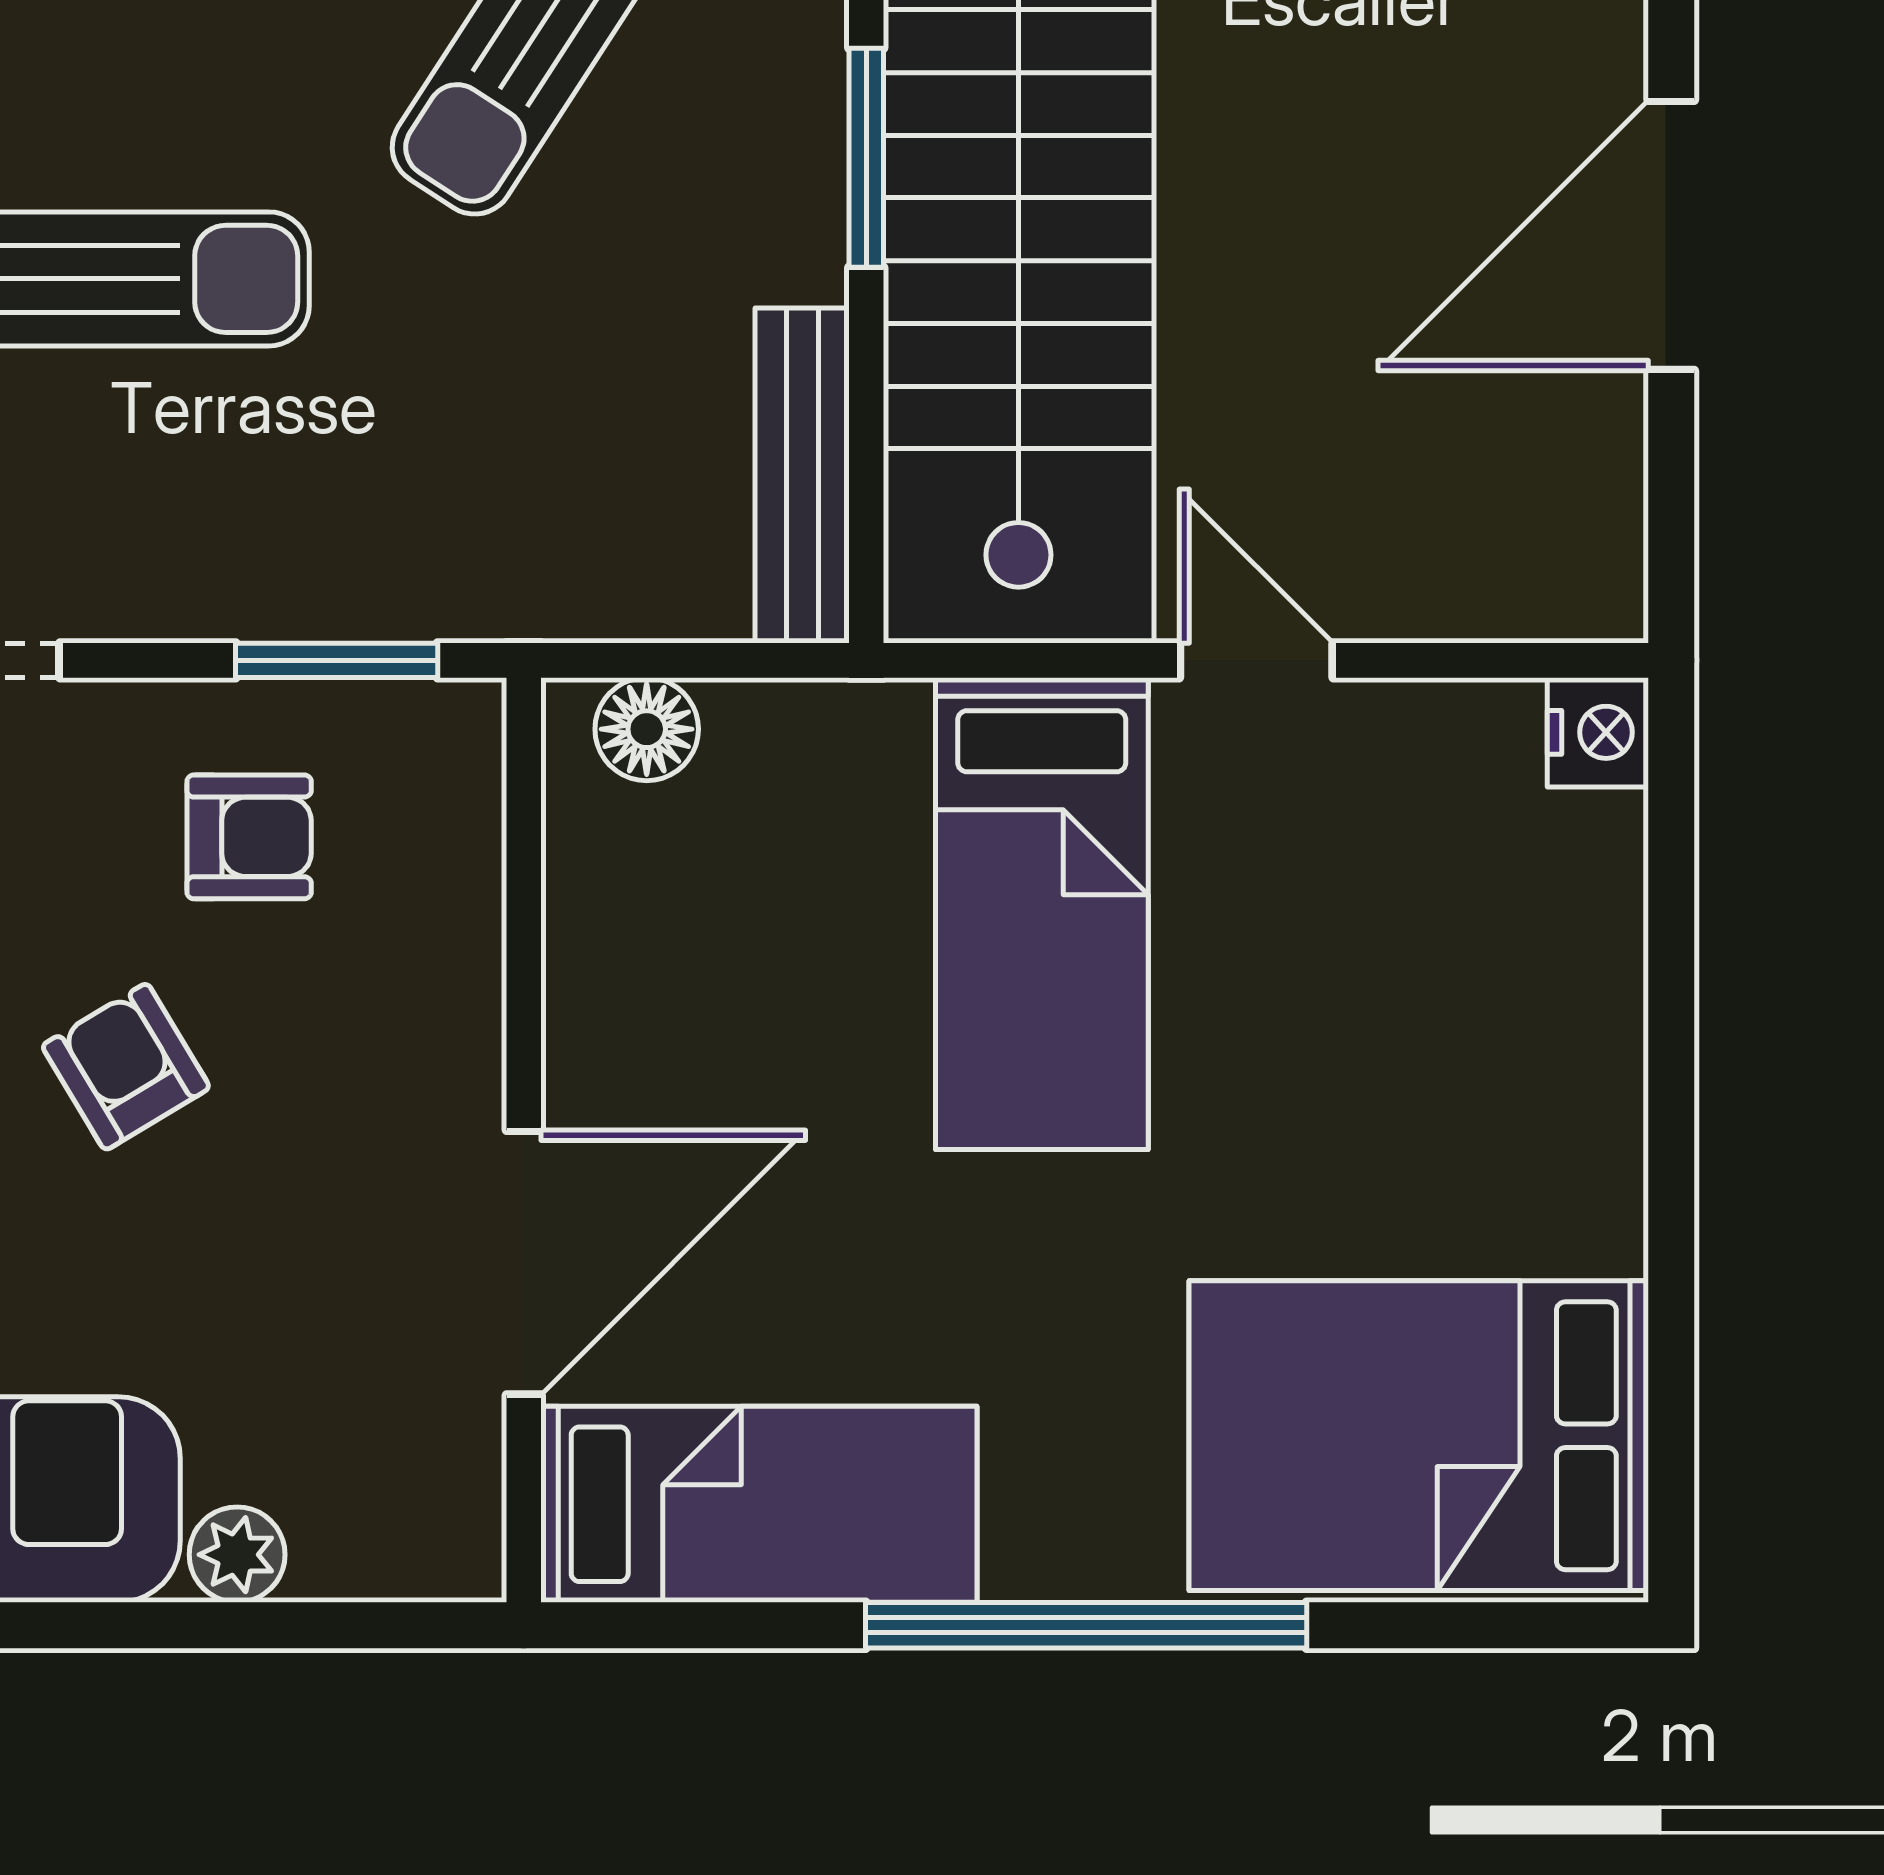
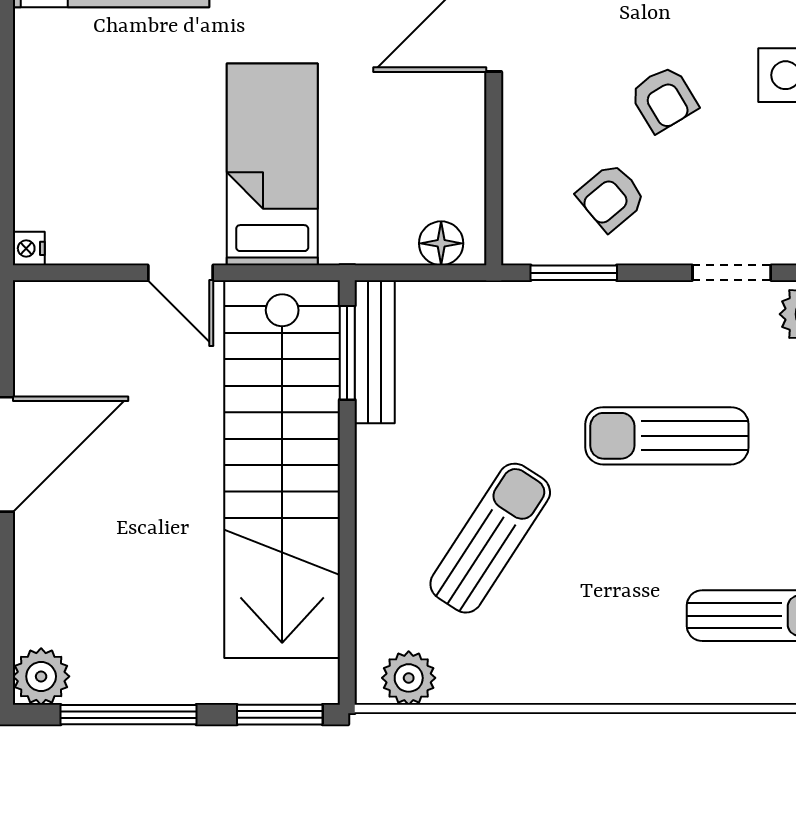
window: (866, 158) -> (347, 353), moved
nightstand: (1598, 732) -> (29, 248), width x0.72, depth x0.74
armchair: (249, 837) -> (611, 197), turned -40

